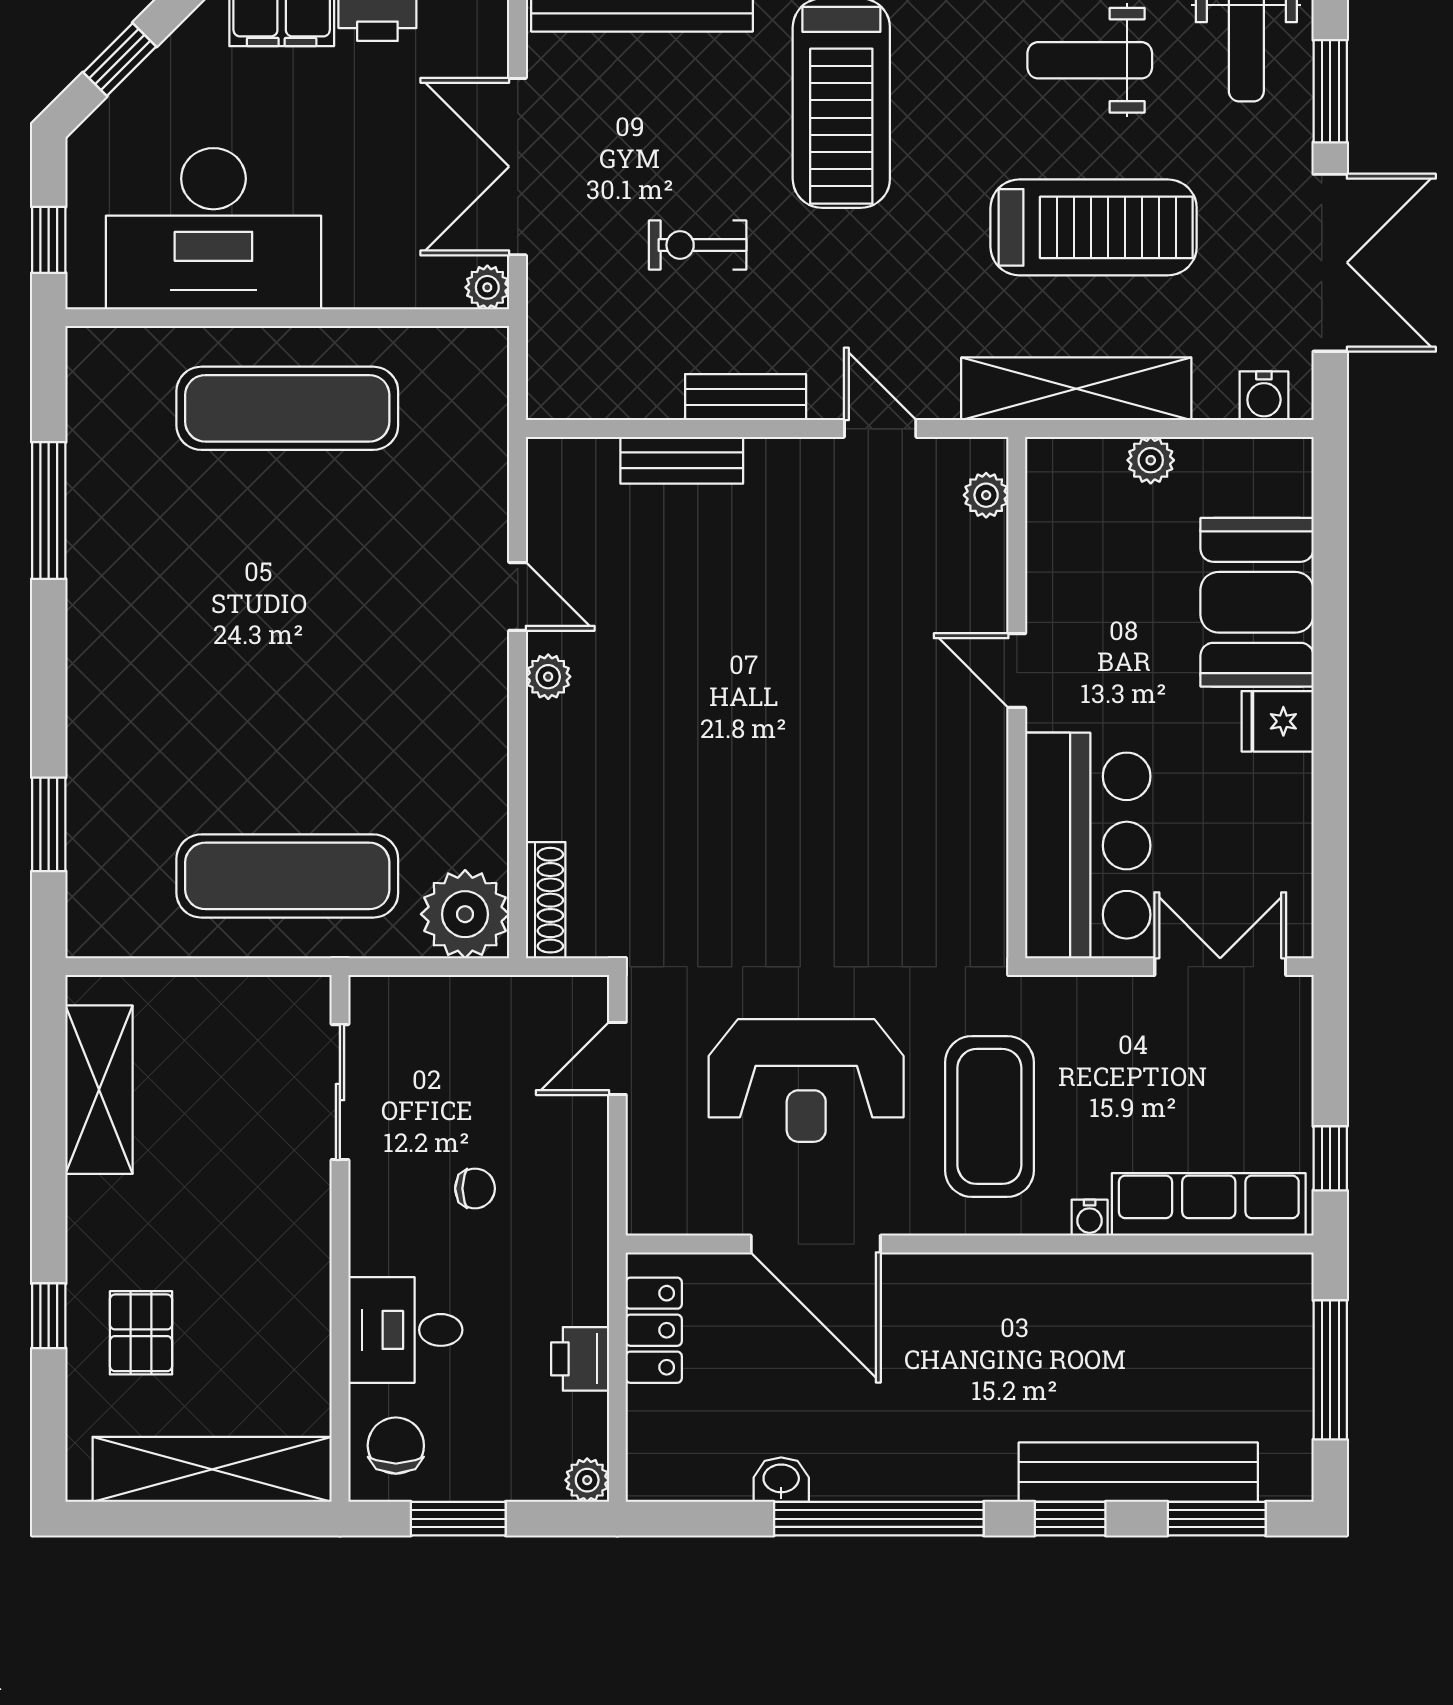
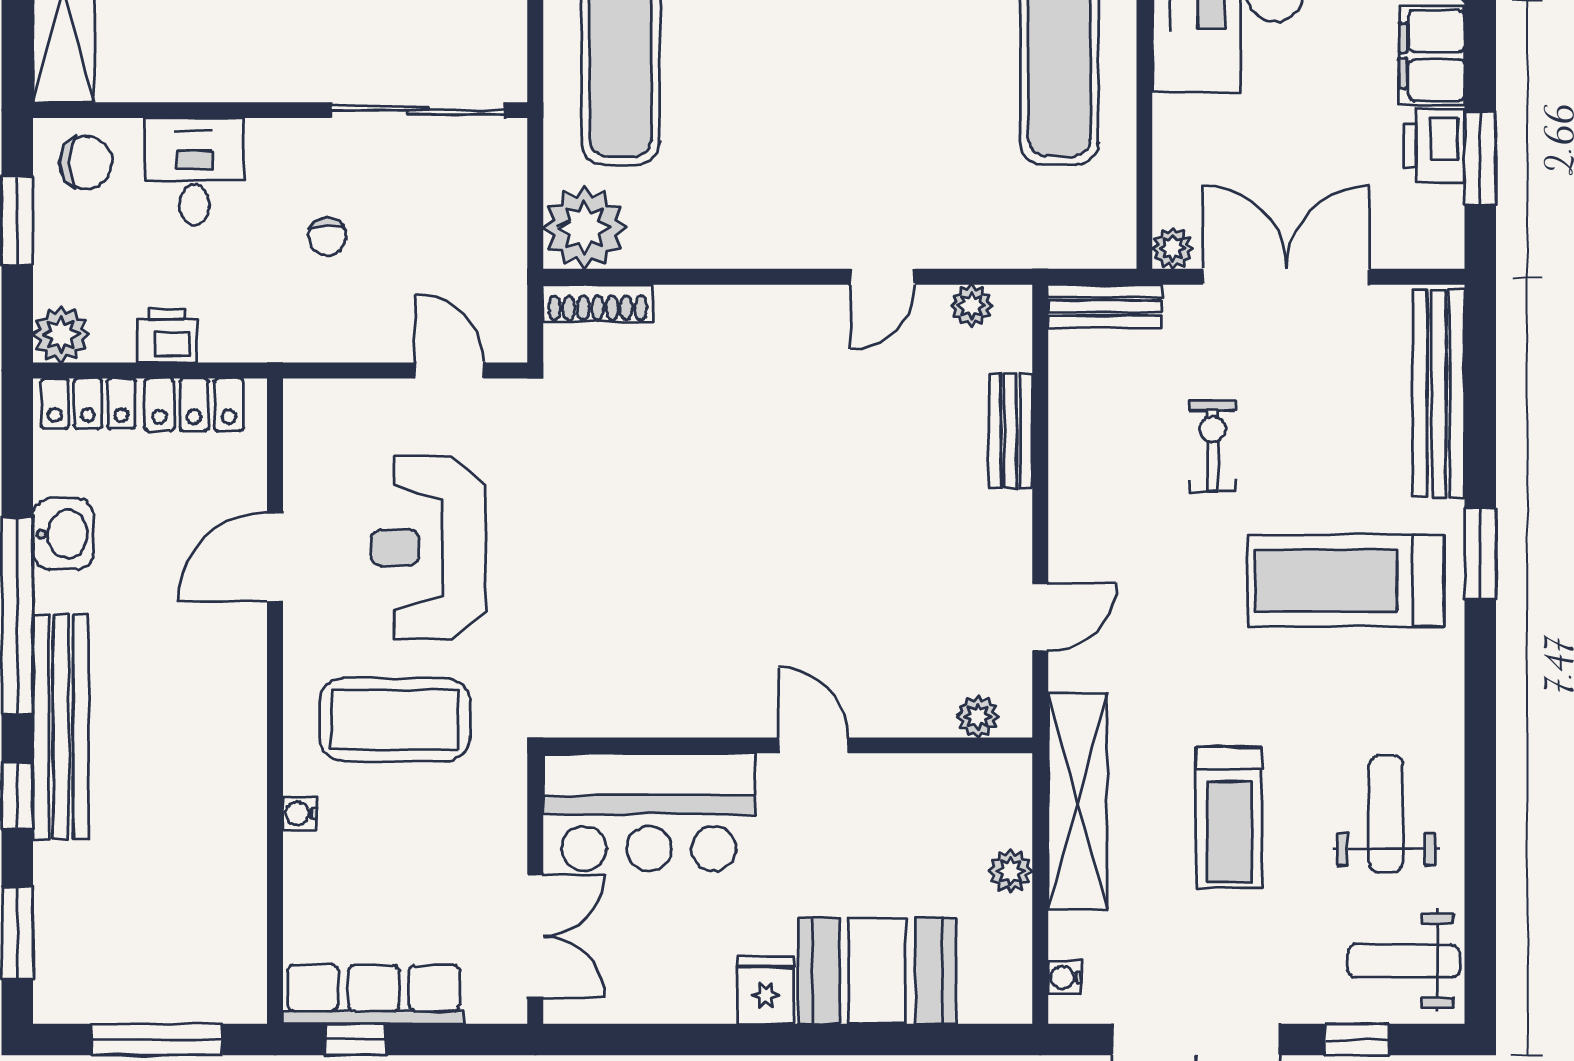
window: (1330, 91) -> (1357, 1039), width x0.67
treadmill: (1094, 227) -> (1229, 817), width x0.73, depth x0.73
water cooler: (1264, 396) -> (1065, 977), width x0.72, depth x0.72
bench: (746, 397) -> (1105, 306), moved, turned 90
door: (1017, 671) -> (813, 745), hinge flipped
plant: (548, 677) -> (972, 306), moved
sliding door: (340, 1092) -> (418, 110), width x1.37
row of seats: (1209, 1204) -> (374, 994), moved, turned -90
door: (816, 1244) -> (275, 557), width x0.73
locker: (653, 1443) -> (88, 403), added
bench: (1138, 1472) -> (61, 727), moved
plant: (587, 1480) -> (61, 334), width x1.38, depth x1.38
washbasin: (781, 1480) -> (63, 534), width x1.38, depth x1.45

